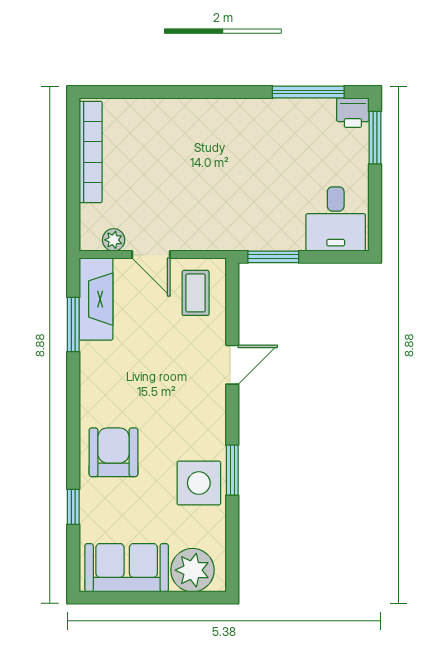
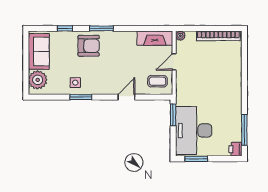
window: (375, 138) -> (196, 159), moved
desk: (336, 219) -> (194, 131), width x1.87, depth x1.30
plant: (114, 240) -> (180, 36), moved
window: (73, 325) -> (102, 28), moved
door: (232, 365) -> (126, 97), swing flipped
side table: (199, 483) -> (75, 83), width x0.54, depth x0.54

